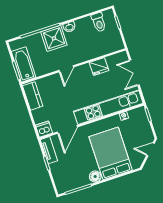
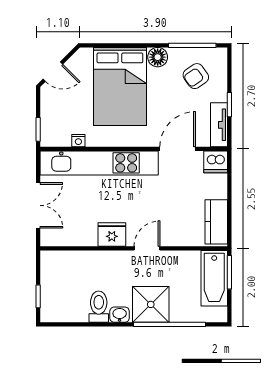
toilet: (99, 22) -> (99, 307), moved
fridge: (99, 66) -> (112, 234), moved
armchair: (71, 173) -> (196, 76), added

